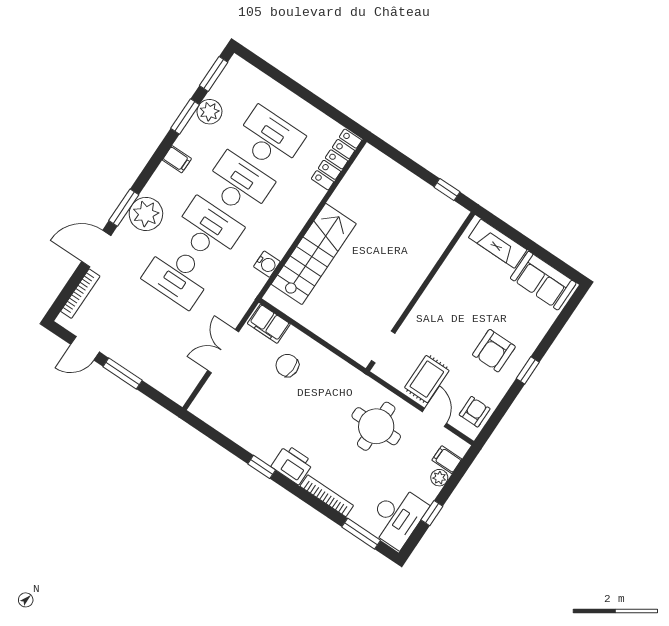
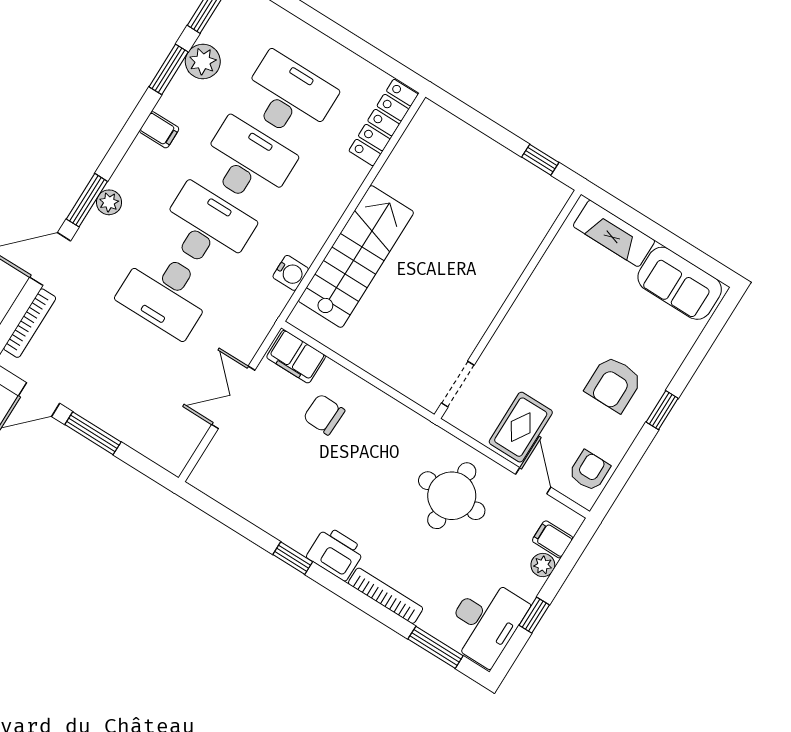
plant: (146, 214) -> (109, 202), width x0.53, depth x0.53

